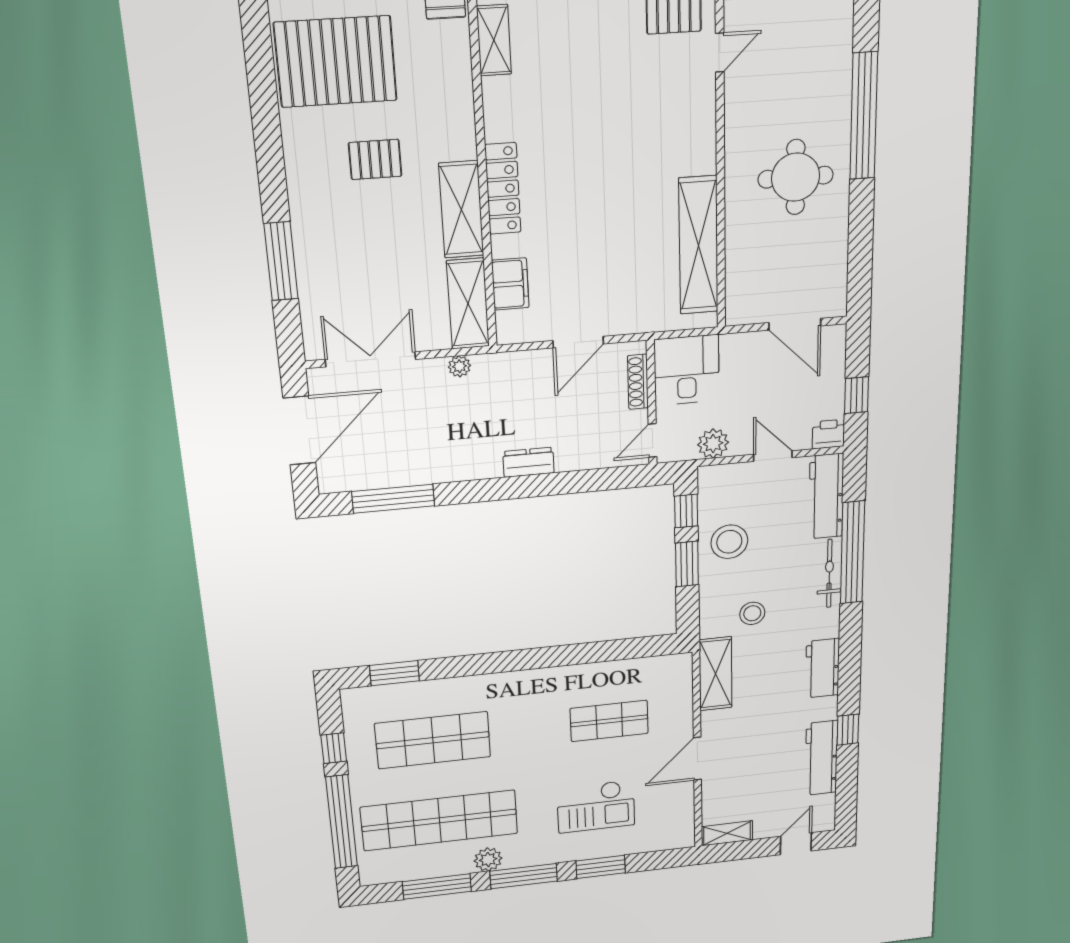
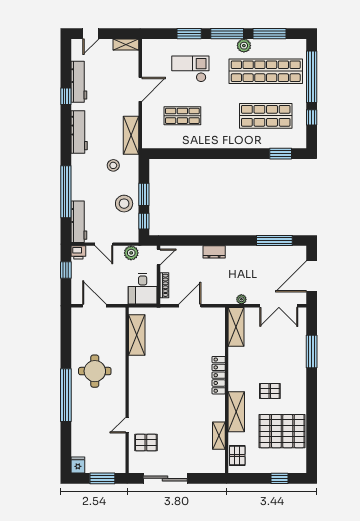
shelving: (461, 210) -> (236, 412), moved
shelving: (698, 245) -> (137, 335), width x0.68
filing cabinet: (510, 284) -> (218, 334), removed
bicycle: (829, 574) -> (77, 182), removed
workbench: (822, 668) -> (79, 132), width x1.38

